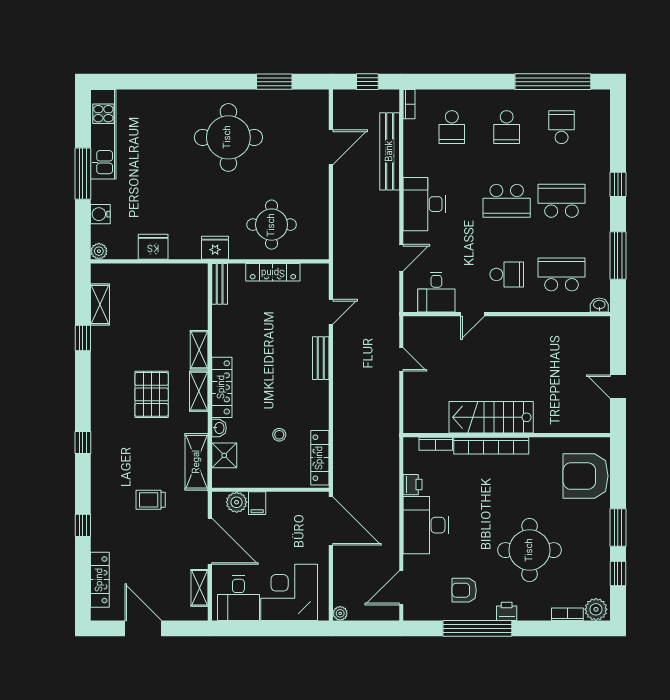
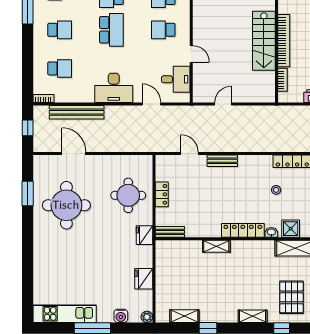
round table: (228, 137) -> (66, 205), moved
locker: (273, 272) -> (162, 194), width x0.66
school desk: (507, 274) -> (163, 30), turned -90
shelving: (199, 391) -> (253, 316), moved
pallet: (152, 394) -> (291, 297), moved, turned 90

